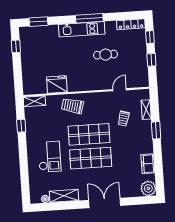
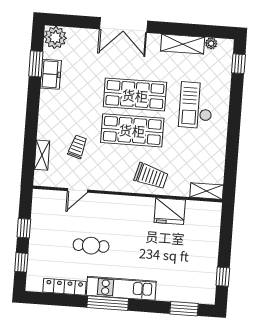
locker: (131, 24) -> (64, 287), moved
window: (21, 126) -> (238, 64), moved
window: (156, 130) -> (36, 64), moved

